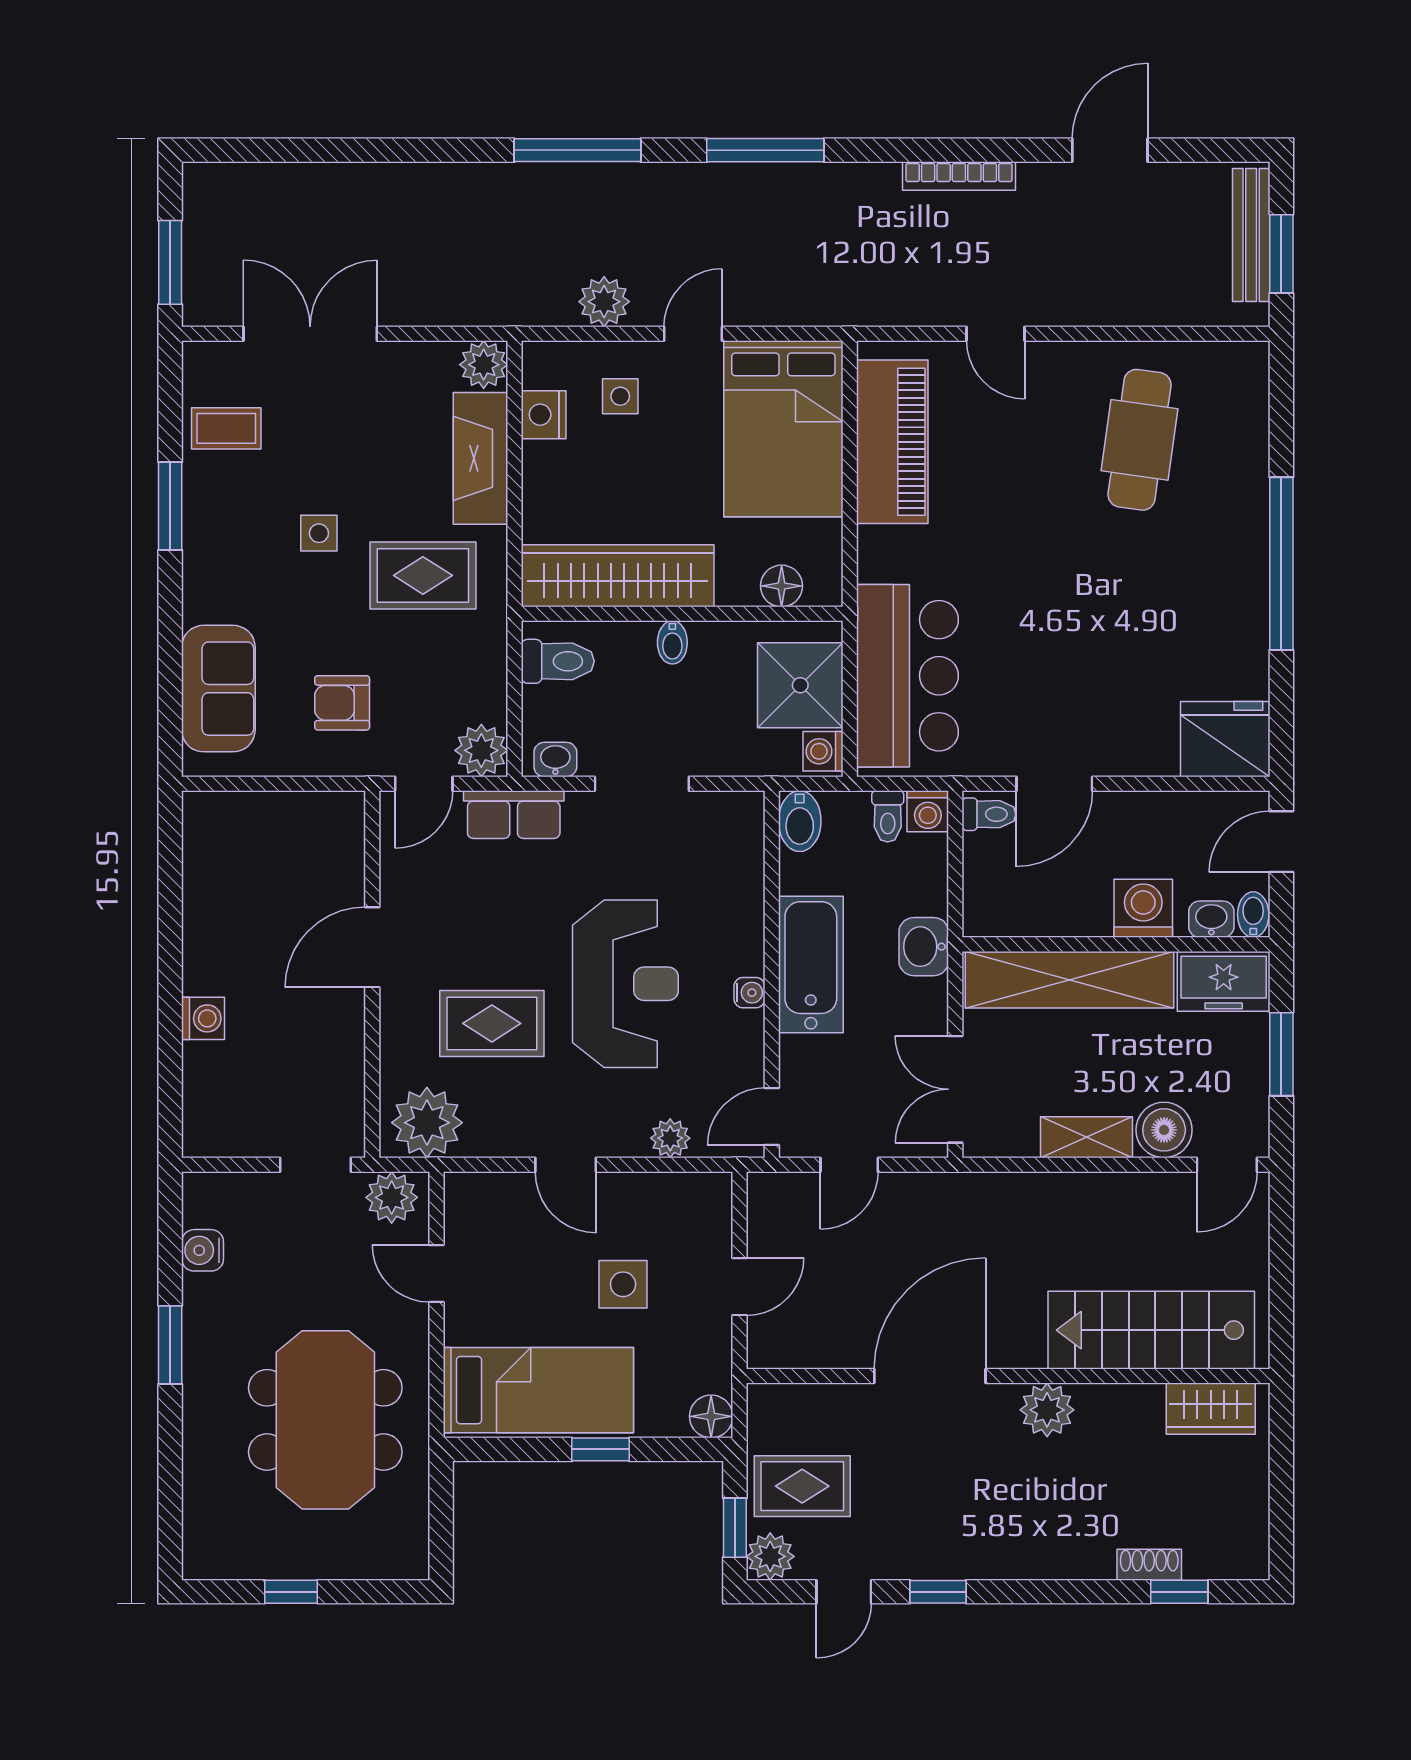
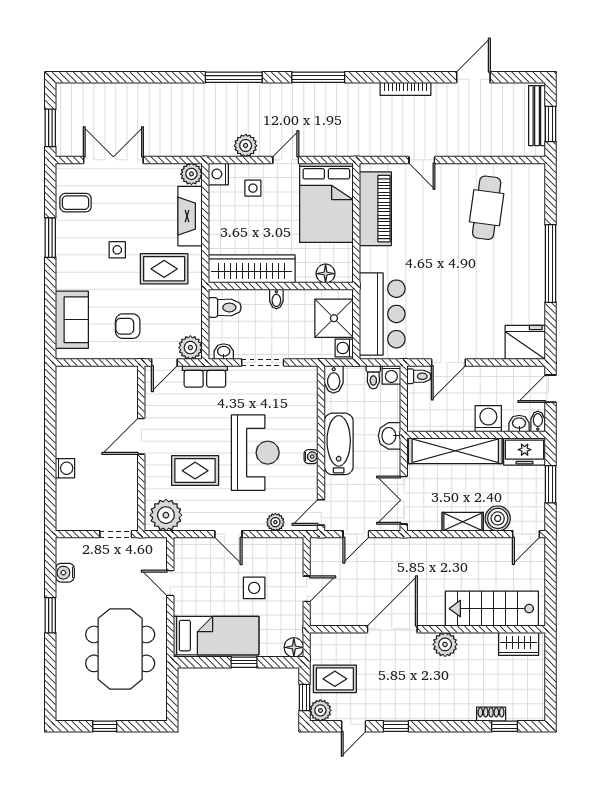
nightstand: (544, 415) -> (218, 174), moved
plant: (392, 1197) -> (150, 549), removed

